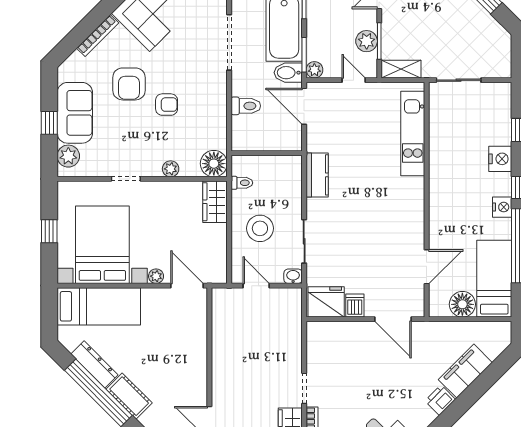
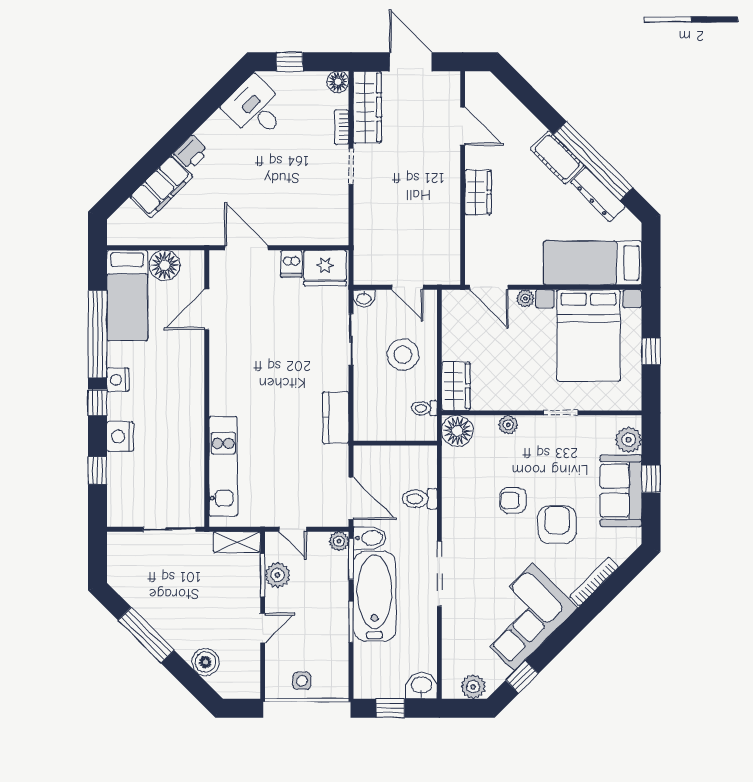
wardrobe: (196, 366) -> (478, 192), added

